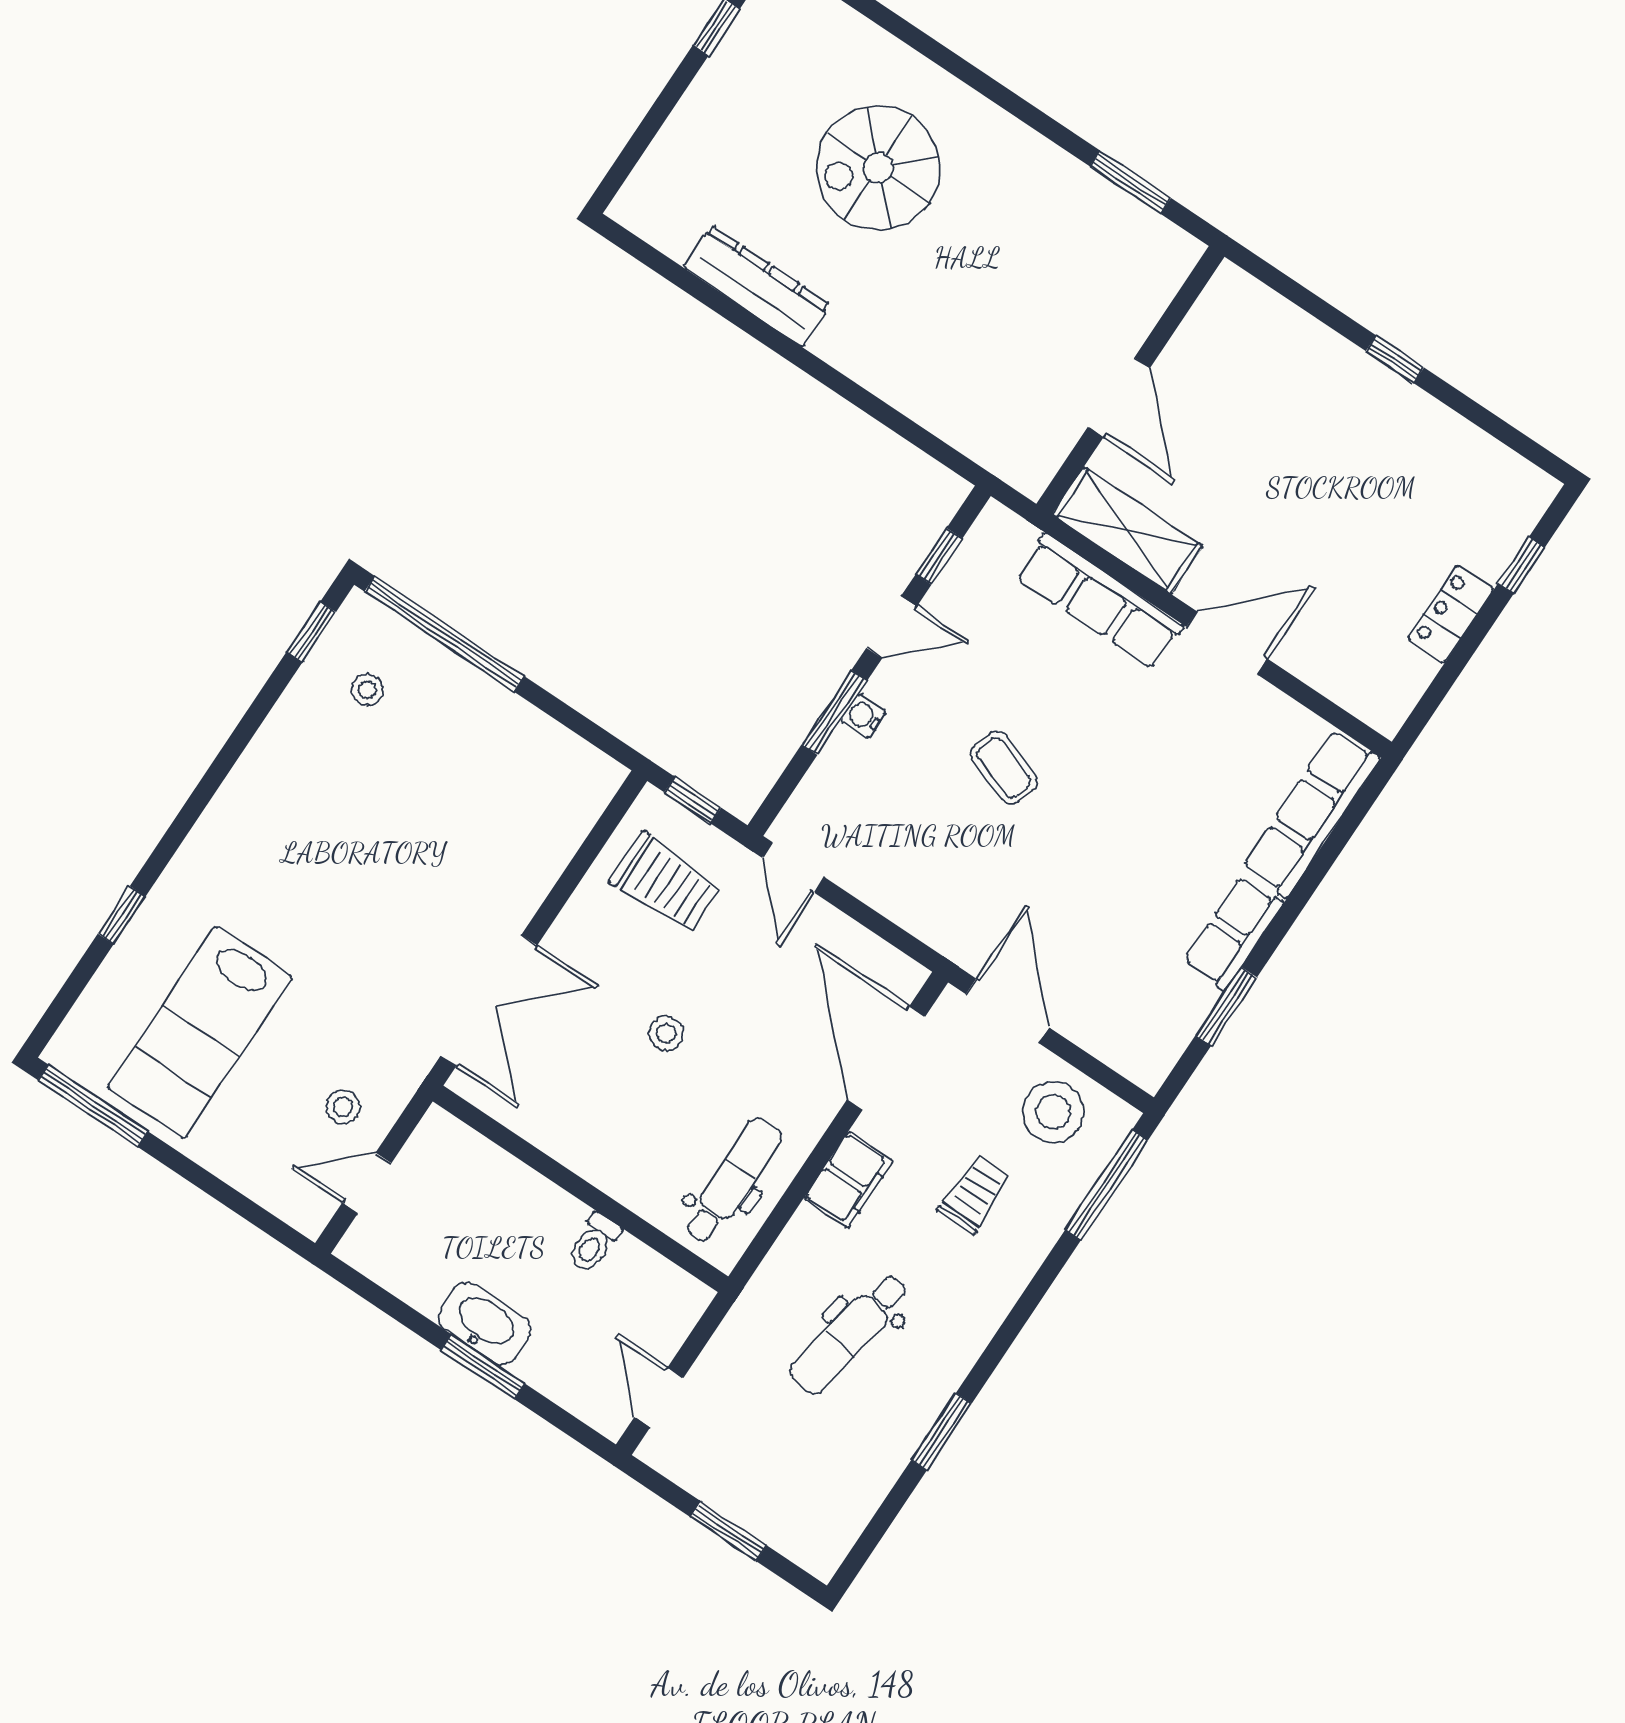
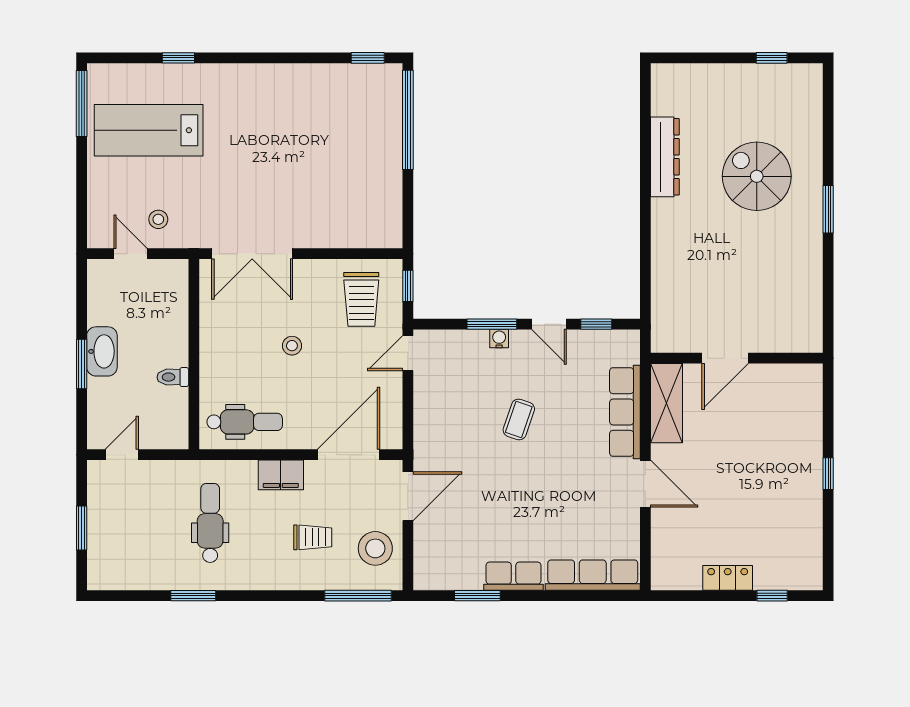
window: (1130, 182) -> (828, 209), moved
stool: (367, 690) -> (358, 102), removed
dental chair: (850, 1334) -> (210, 523), turned 80

